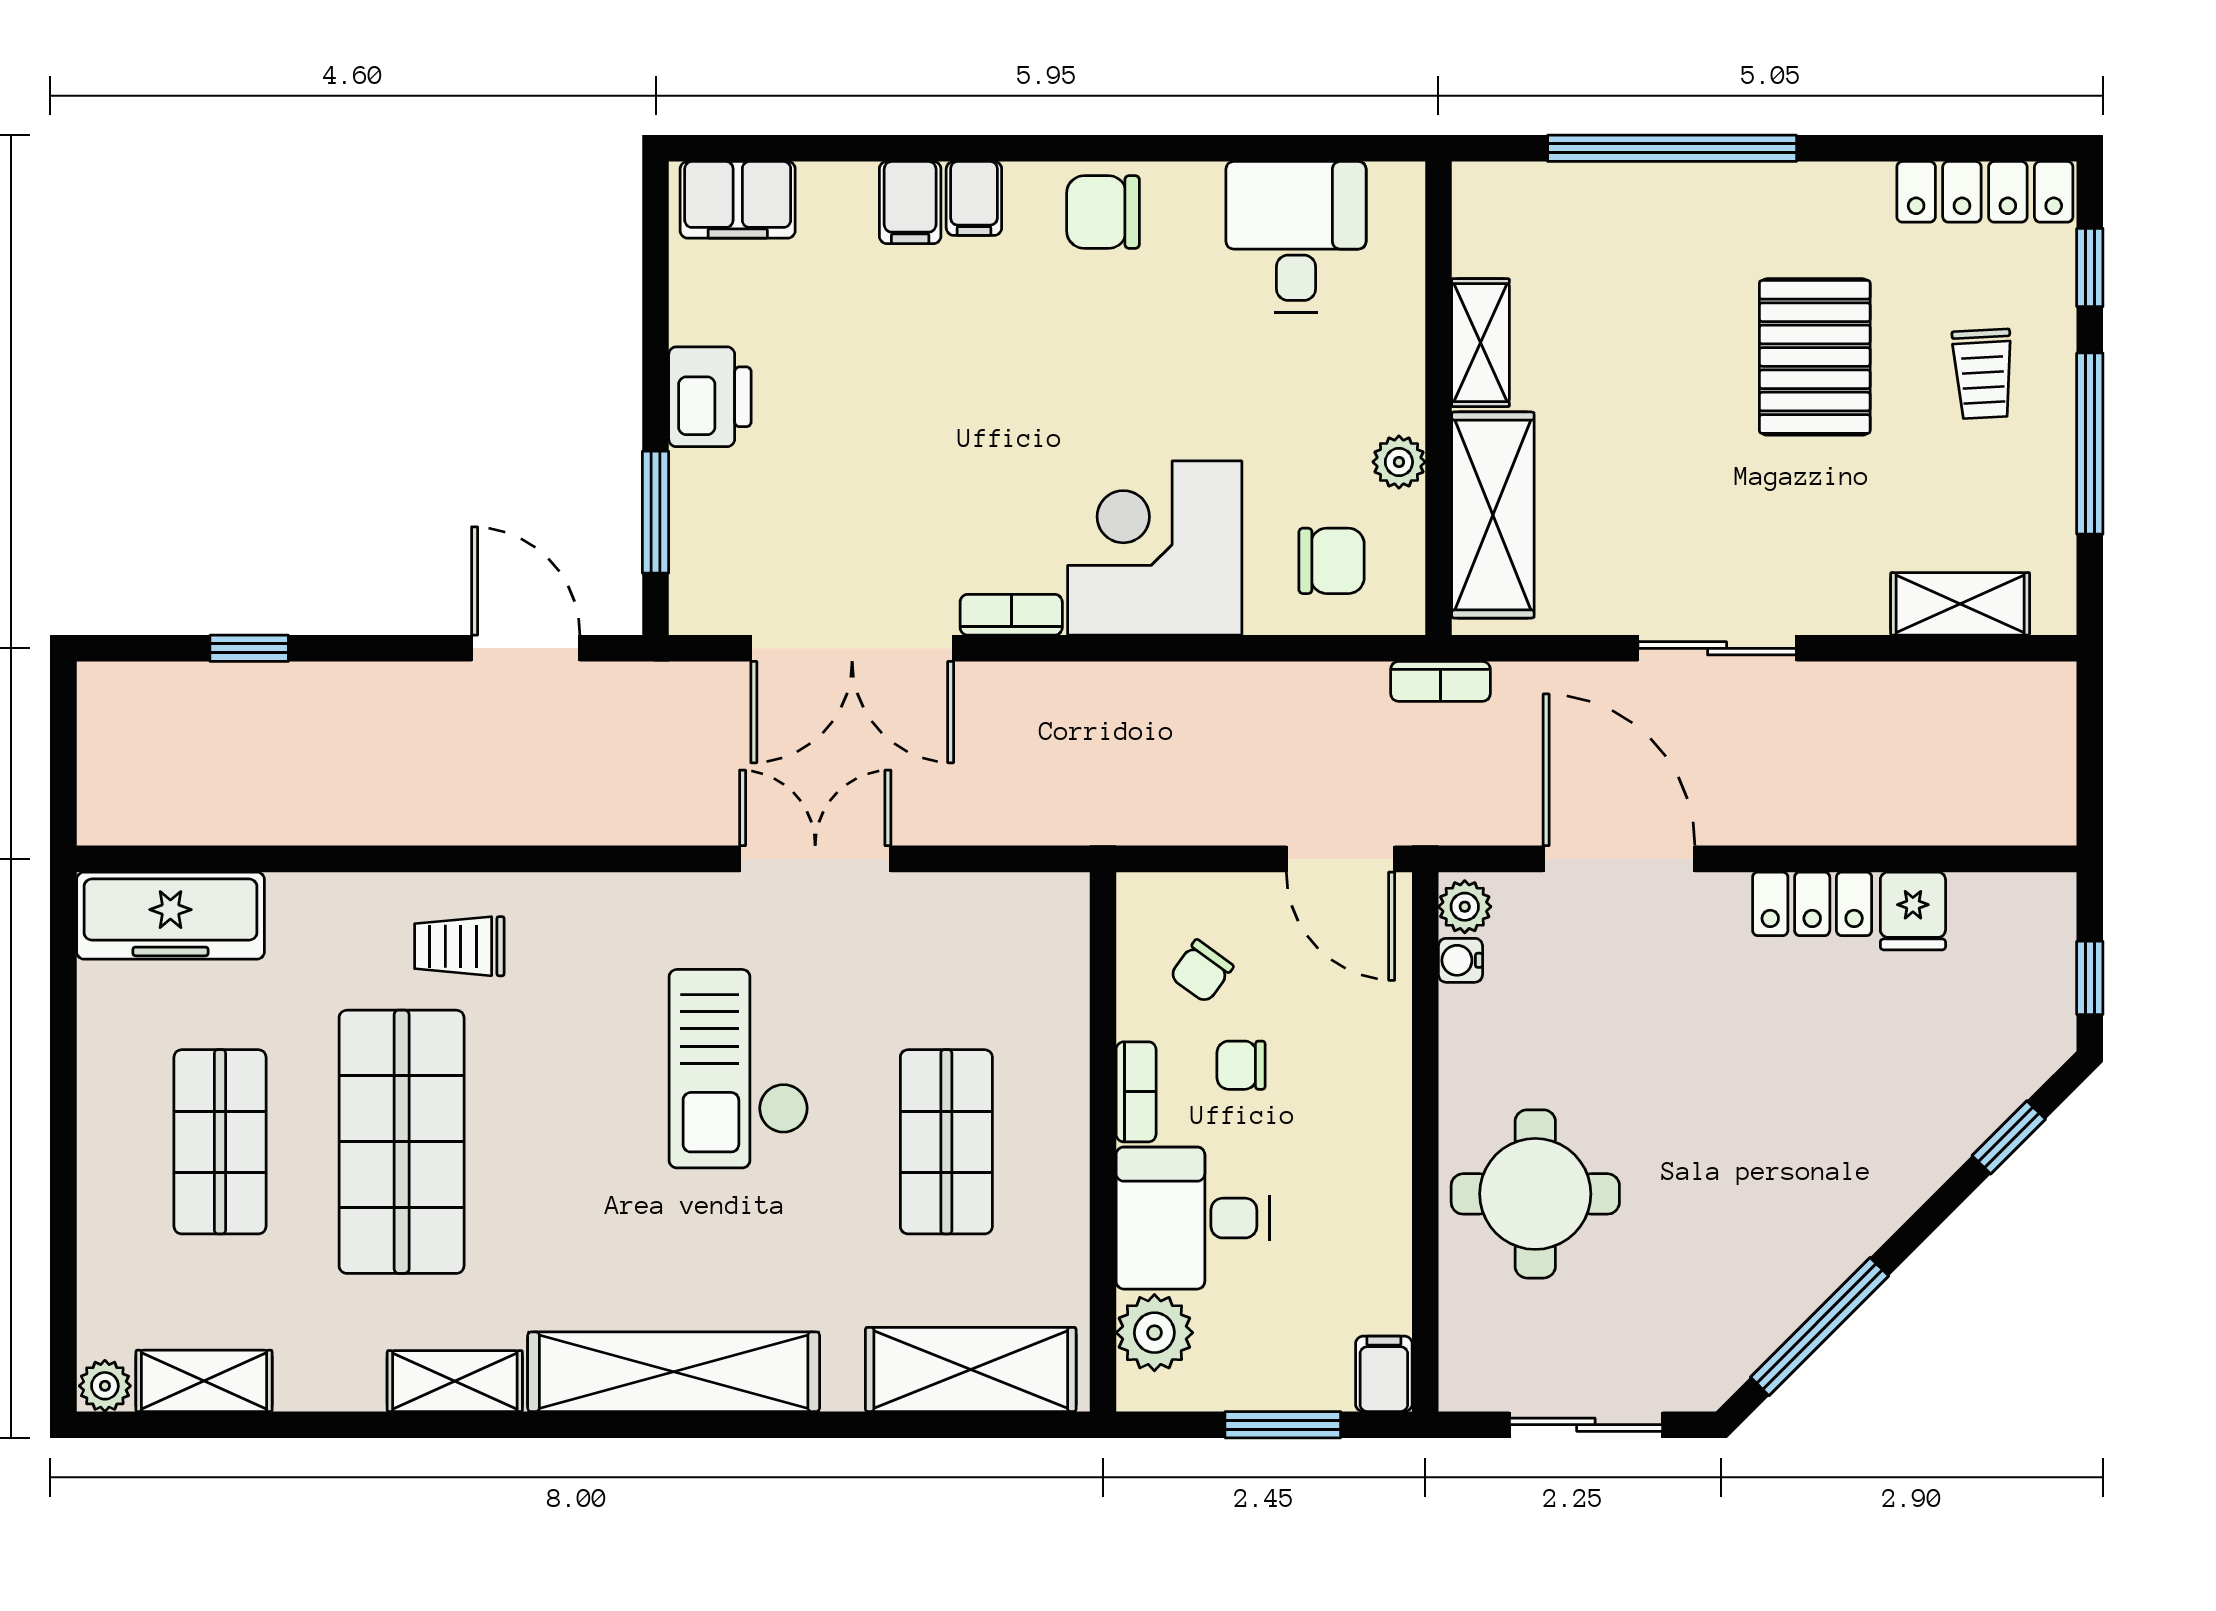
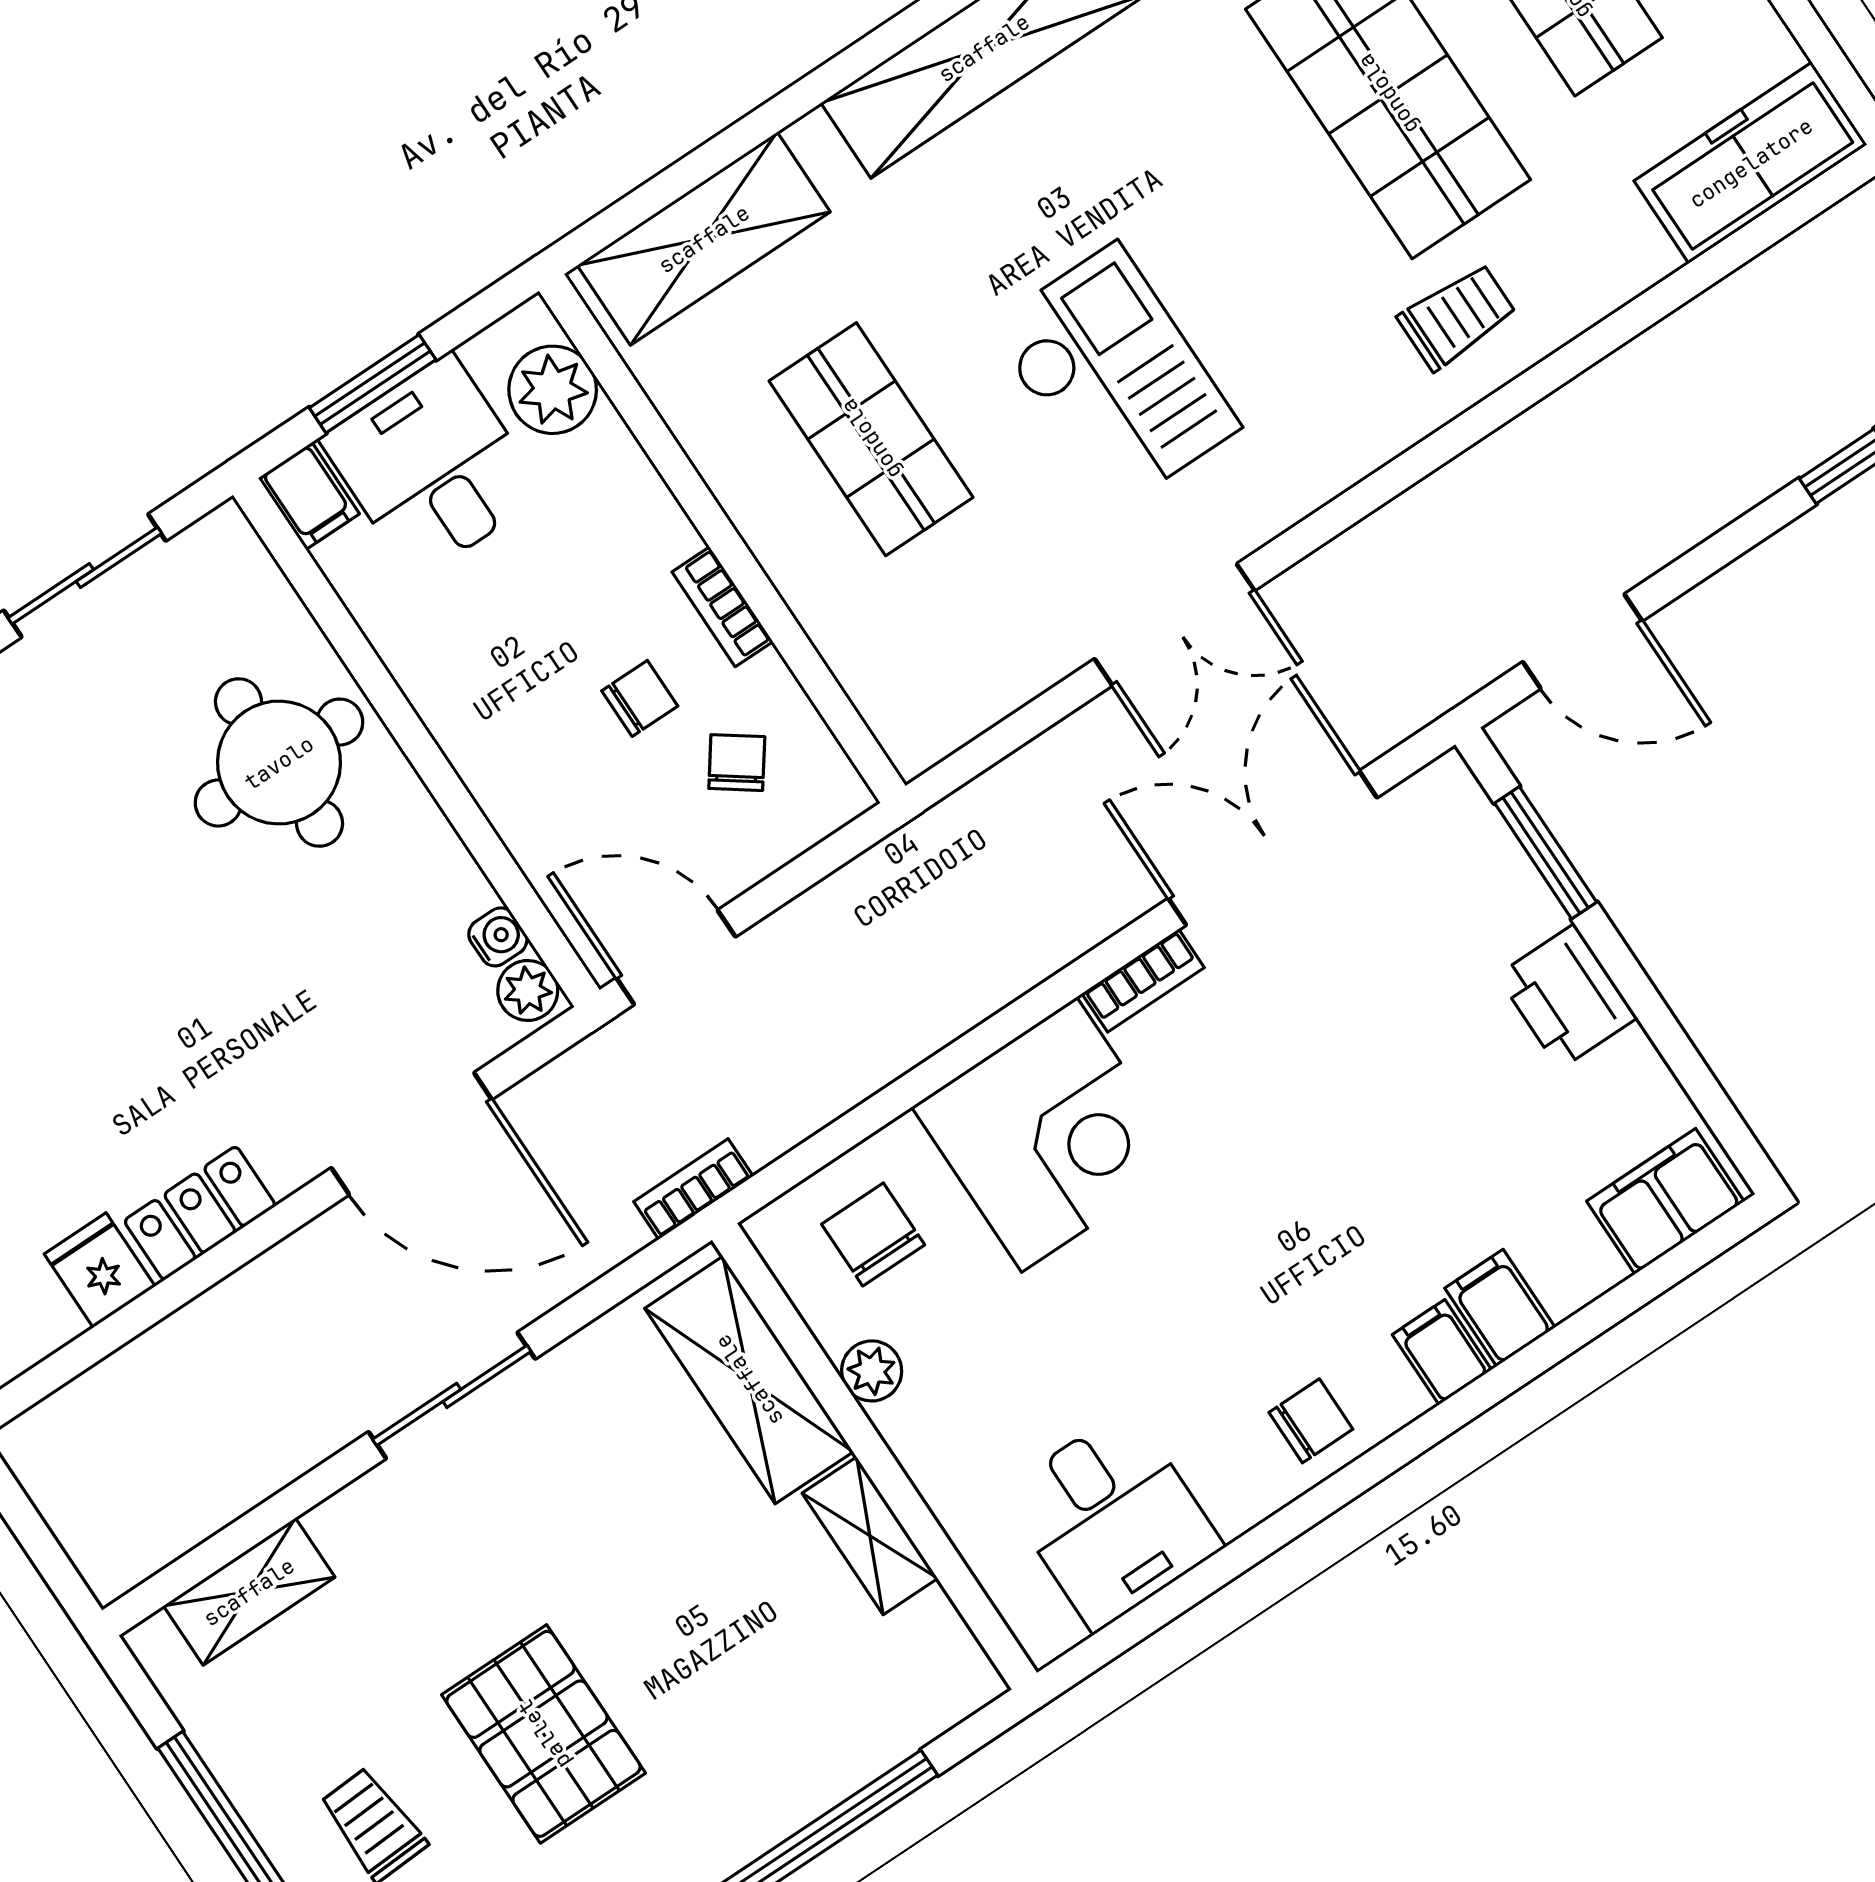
chair: (1103, 212) -> (1311, 1421), width x0.73, depth x0.73
chair: (1332, 561) -> (873, 1234), turned 90
desk: (1193, 1218) -> (433, 467), moved, turned -90

